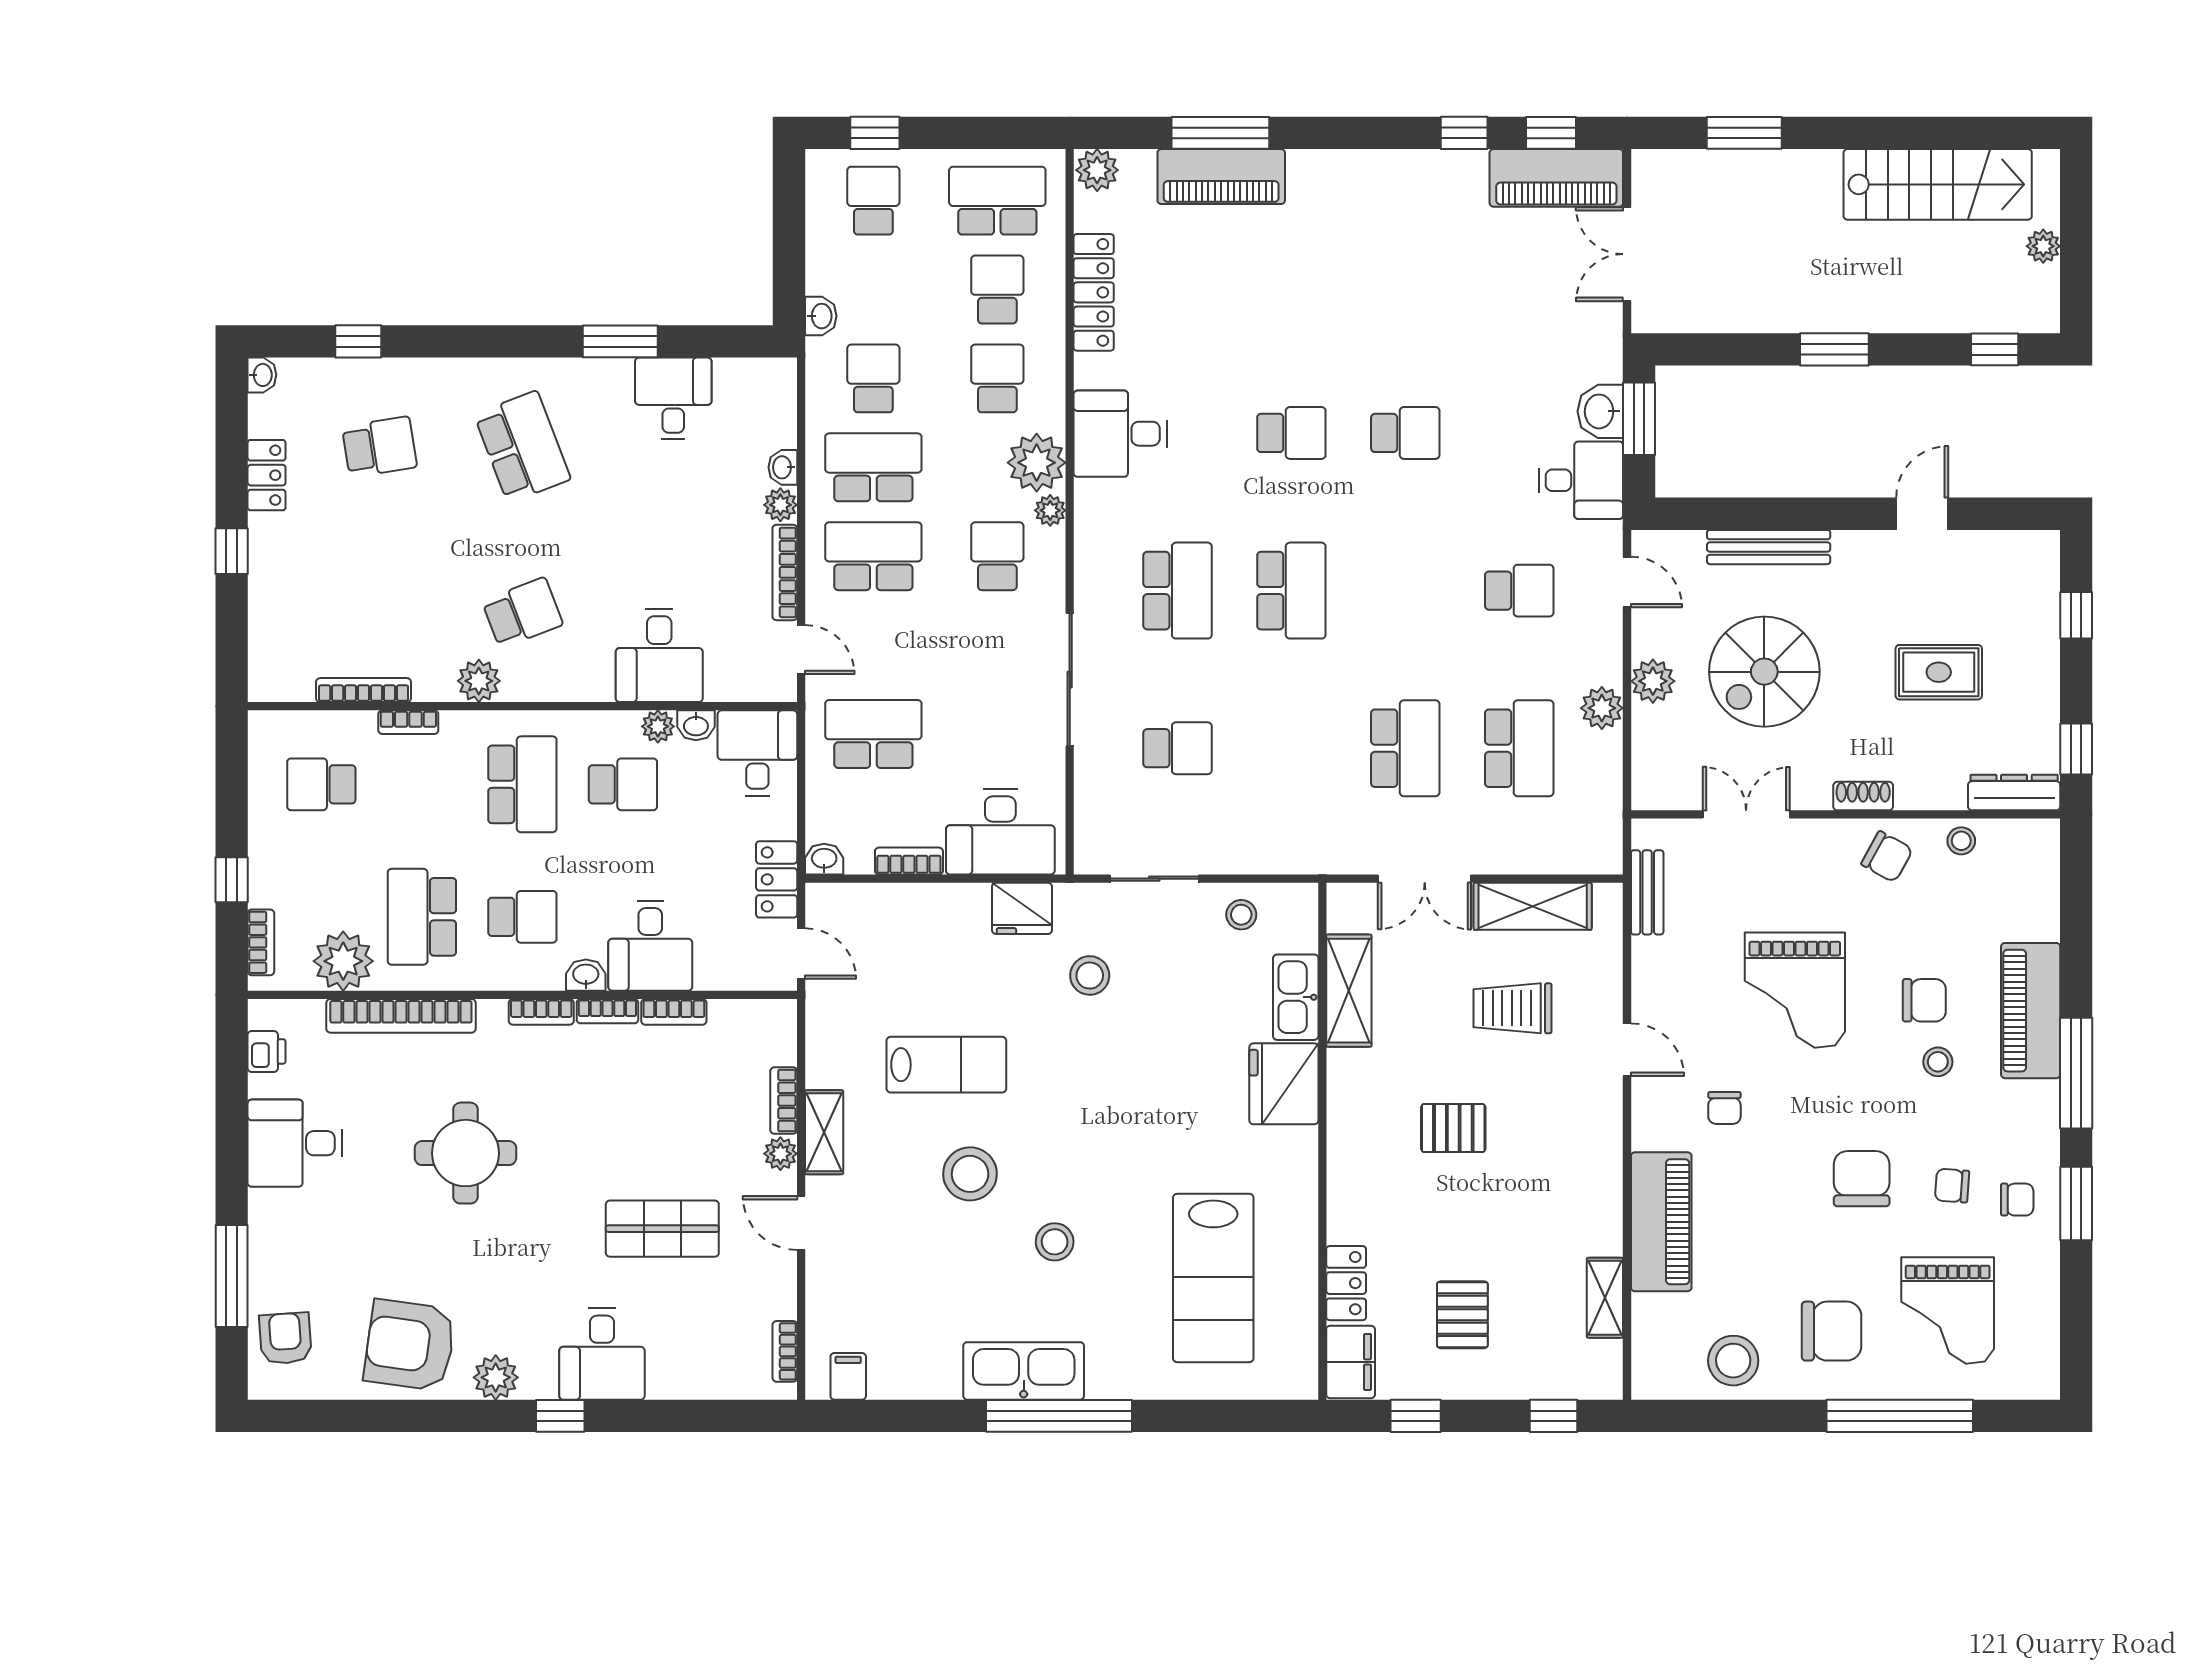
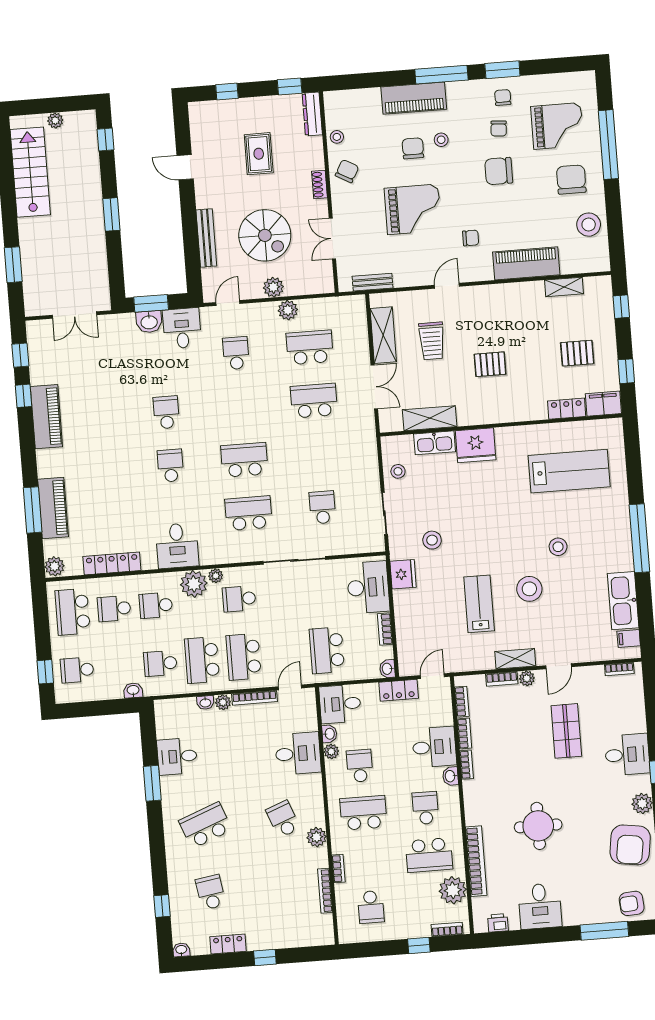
piano: (1556, 178) -> (46, 417), moved
bookcase: (541, 1012) -> (462, 702), moved
pallet: (1453, 1128) -> (490, 364), turned 90
kitchen sink: (1024, 1371) -> (623, 601), moved

